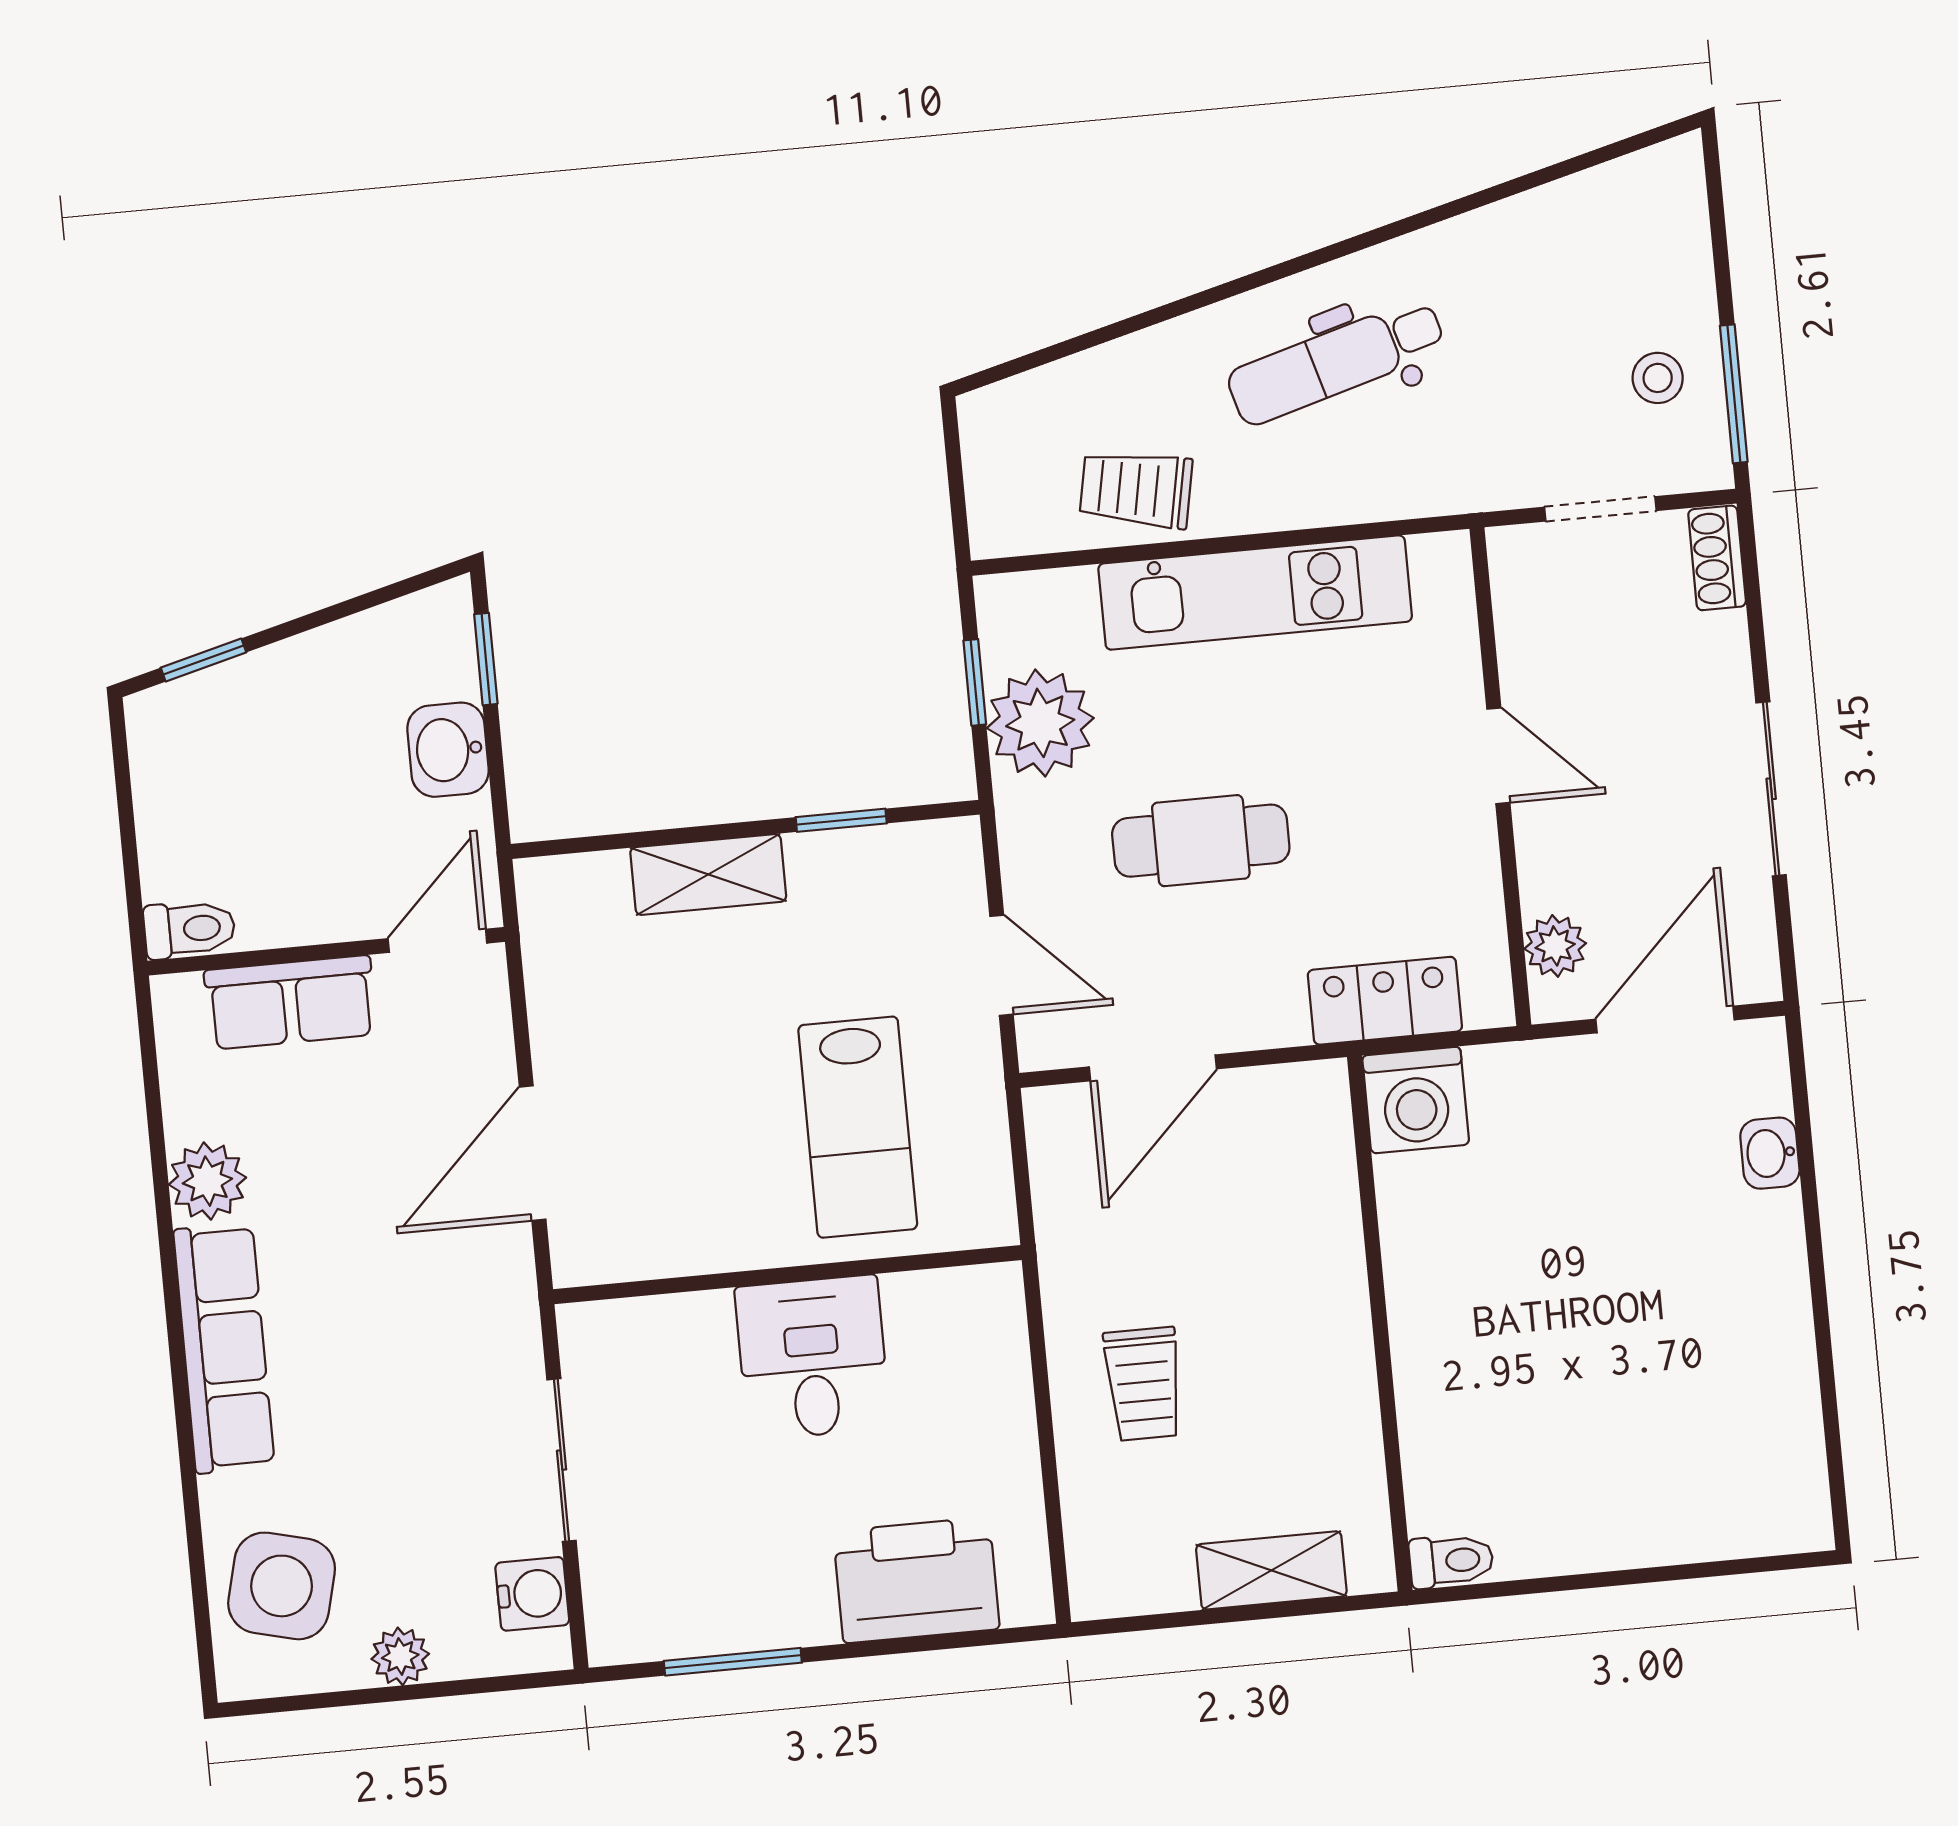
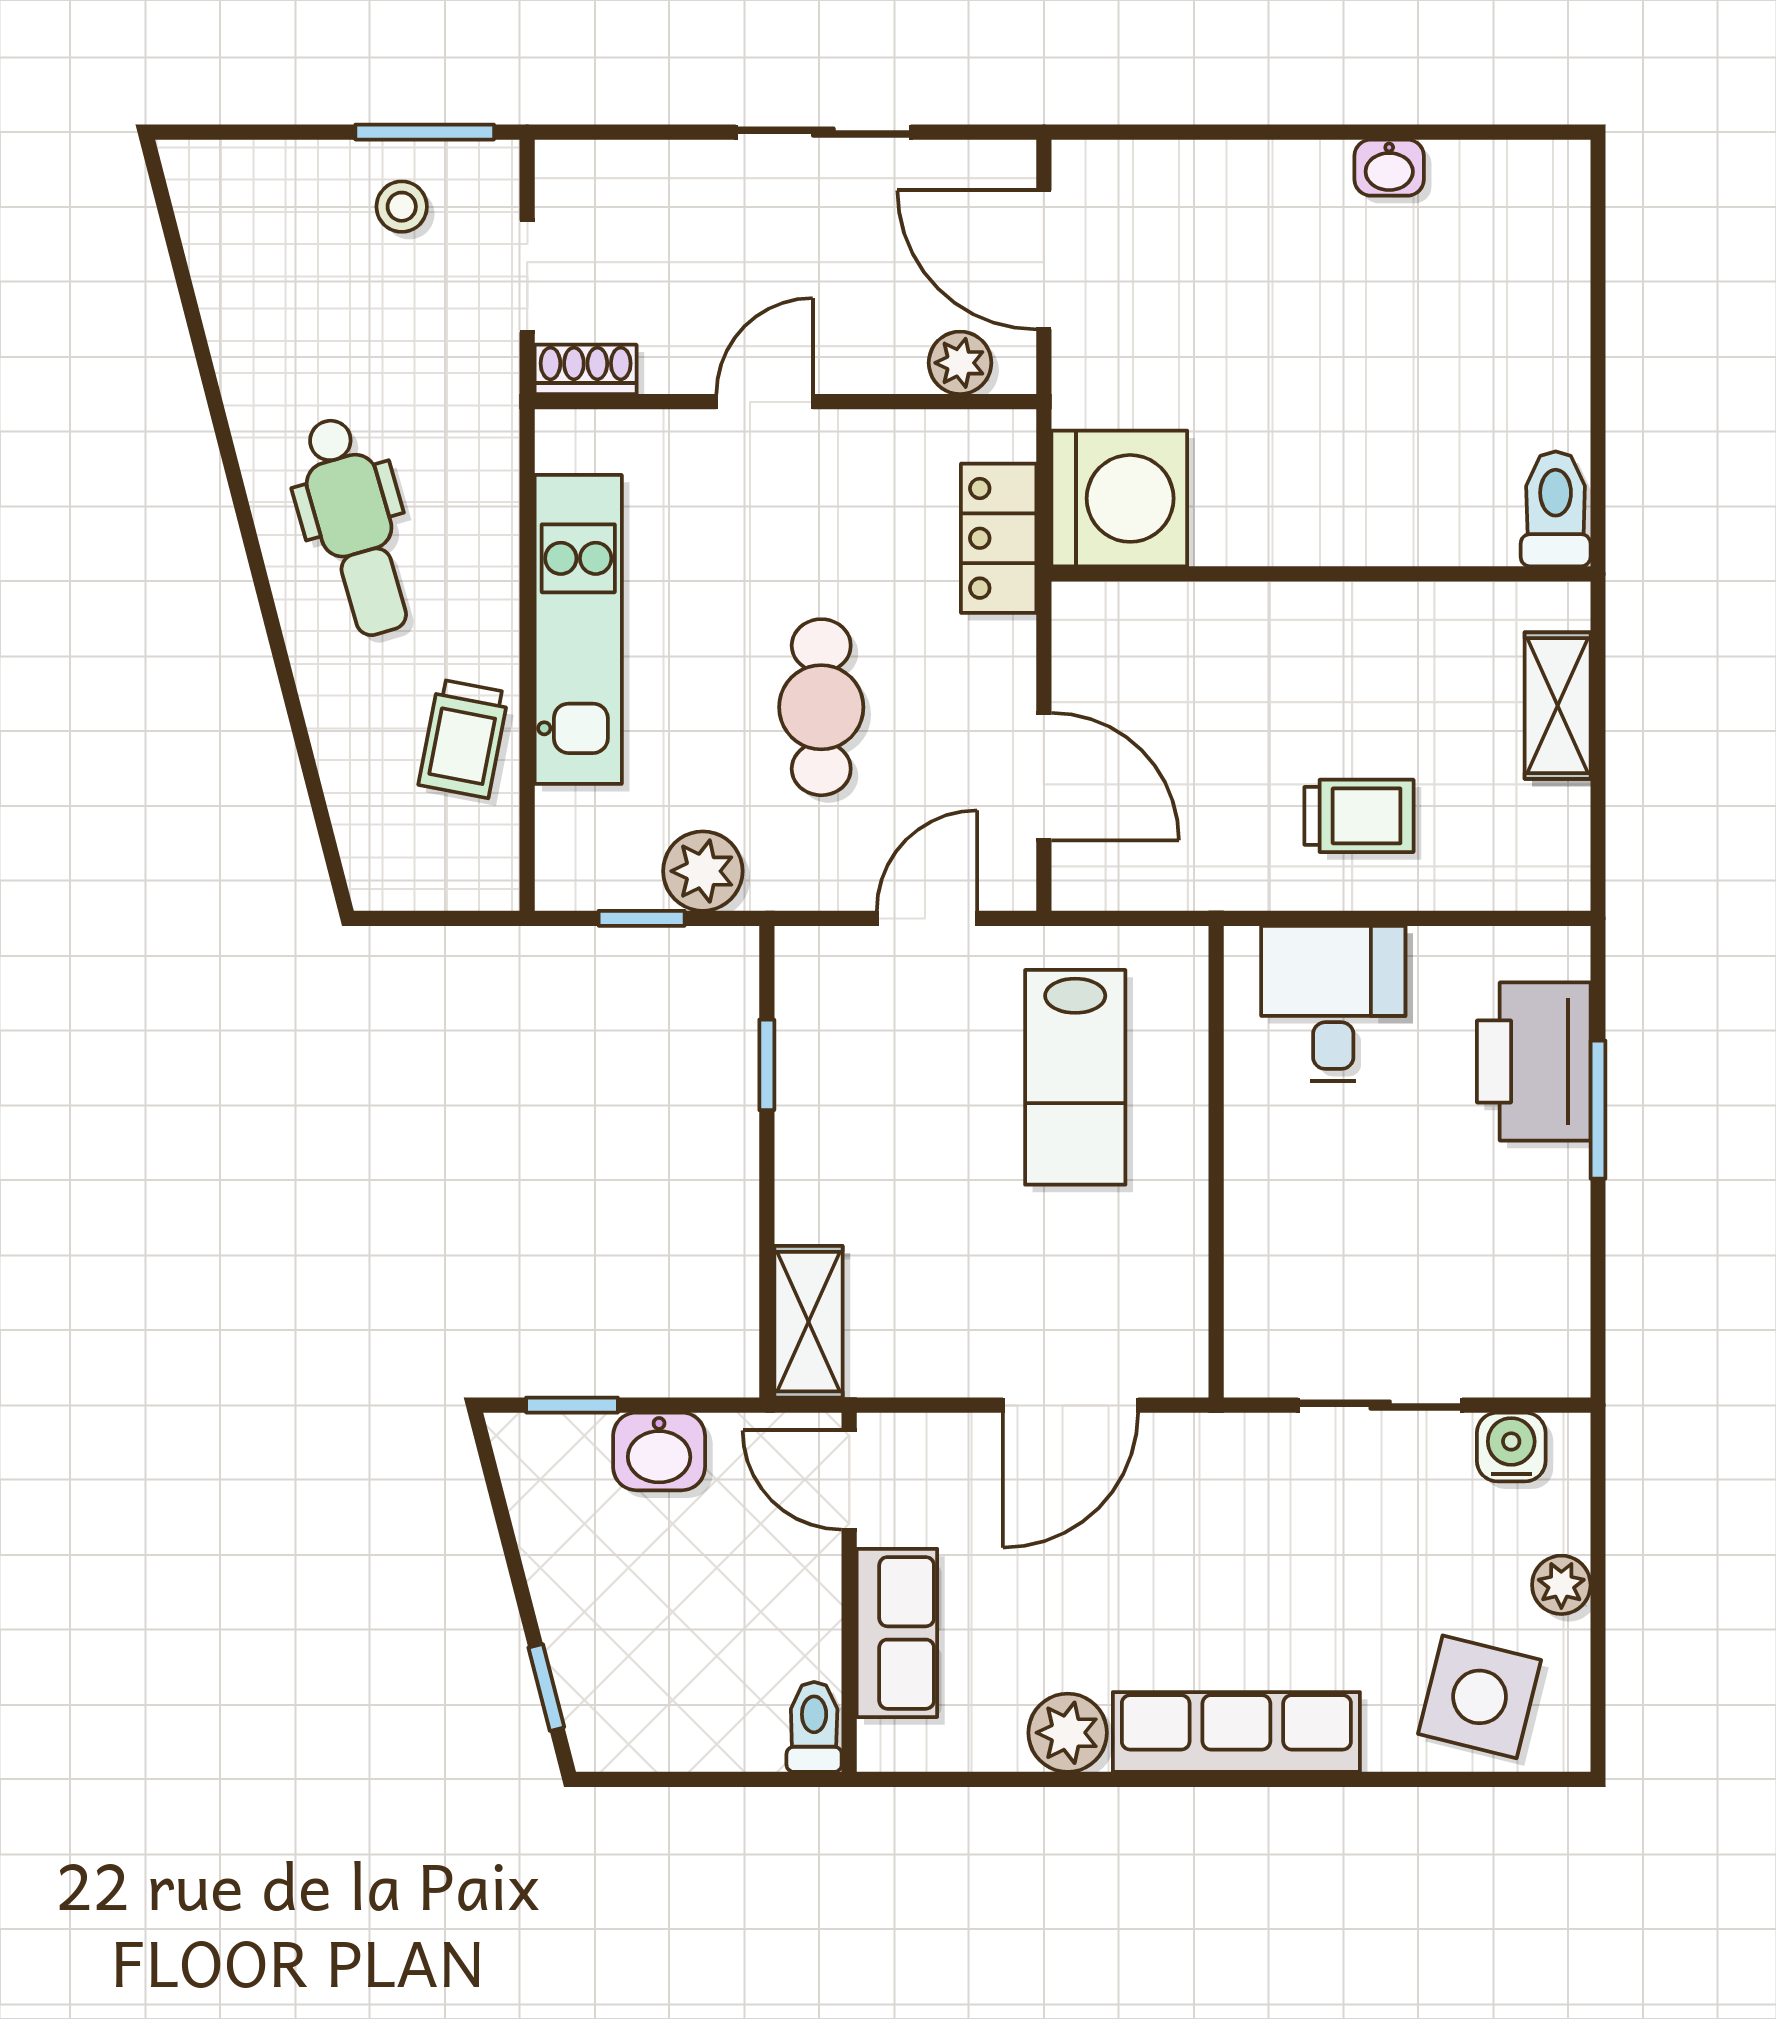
shoe rack: (1717, 558) -> (586, 369), moved, turned 180
plant: (1040, 723) -> (703, 871), width x0.73, depth x0.73
shelving: (708, 874) -> (808, 1322), moved
washing machine: (1416, 1100) -> (1119, 498), width x1.37, depth x1.37
lab bench: (858, 1127) -> (1075, 1077), turned 90
door: (533, 1153) -> (1071, 1405), hinge flipped
washbasin: (1770, 1153) -> (1389, 168), moved
desk: (813, 1358) -> (1333, 1004), moved, turned 90
toilet: (1451, 1561) -> (1556, 509), width x1.37, depth x1.39
window: (733, 1662) -> (1598, 1110), moved

